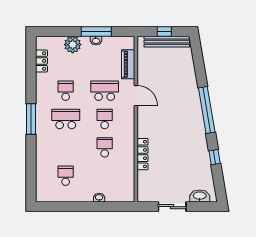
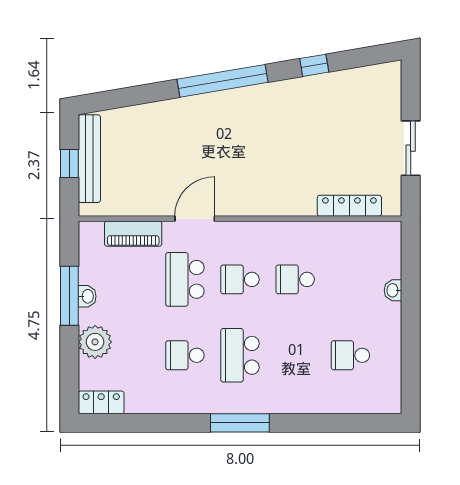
locker: (41, 61) -> (101, 402), moved
locker: (142, 154) -> (349, 206), moved
washbasin: (200, 196) -> (390, 94), removed

